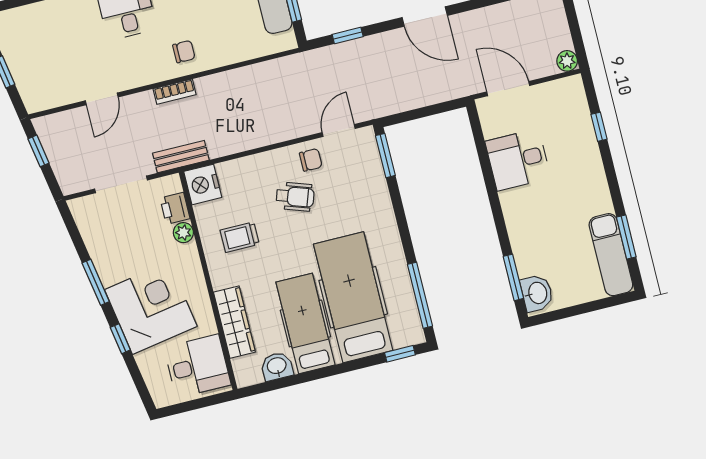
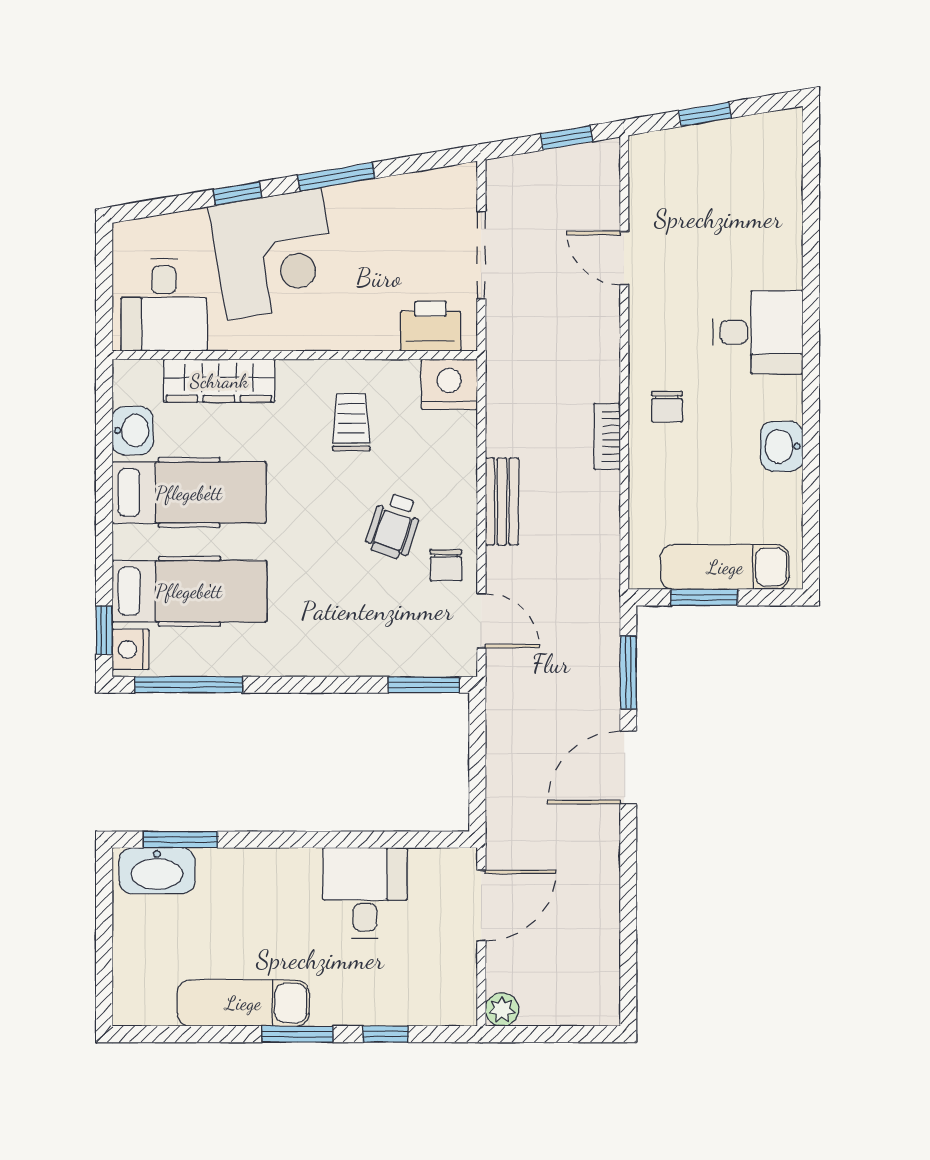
door: (425, 16) -> (628, 767), moved
window: (348, 36) -> (628, 672), width x1.50
bookcase: (175, 92) -> (607, 436), moved
bench: (181, 157) -> (502, 502), moved
printer: (175, 208) -> (430, 326), width x1.36, depth x1.24
plant: (183, 233) -> (381, 335), removed
window: (626, 237) -> (297, 1034), moved
exam couch: (611, 255) -> (243, 1003), moved
washbasin: (537, 293) -> (157, 871), width x1.38
hospital bed: (353, 297) -> (189, 591), width x0.73, depth x0.78
nightstand: (407, 335) -> (131, 649), added

